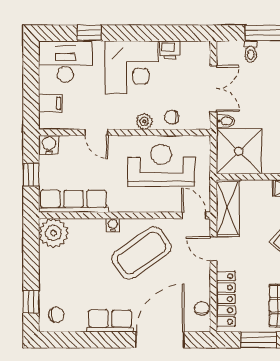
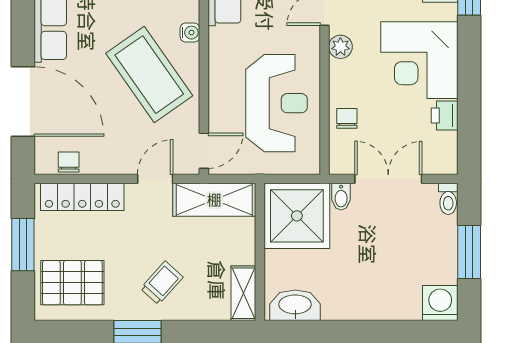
toilet: (251, 52) -> (448, 199), moved, turned -90
double door: (213, 89) -> (388, 179), swing flipped
plant: (144, 121) -> (340, 47), moved
chair: (202, 308) -> (69, 162), turned -90

